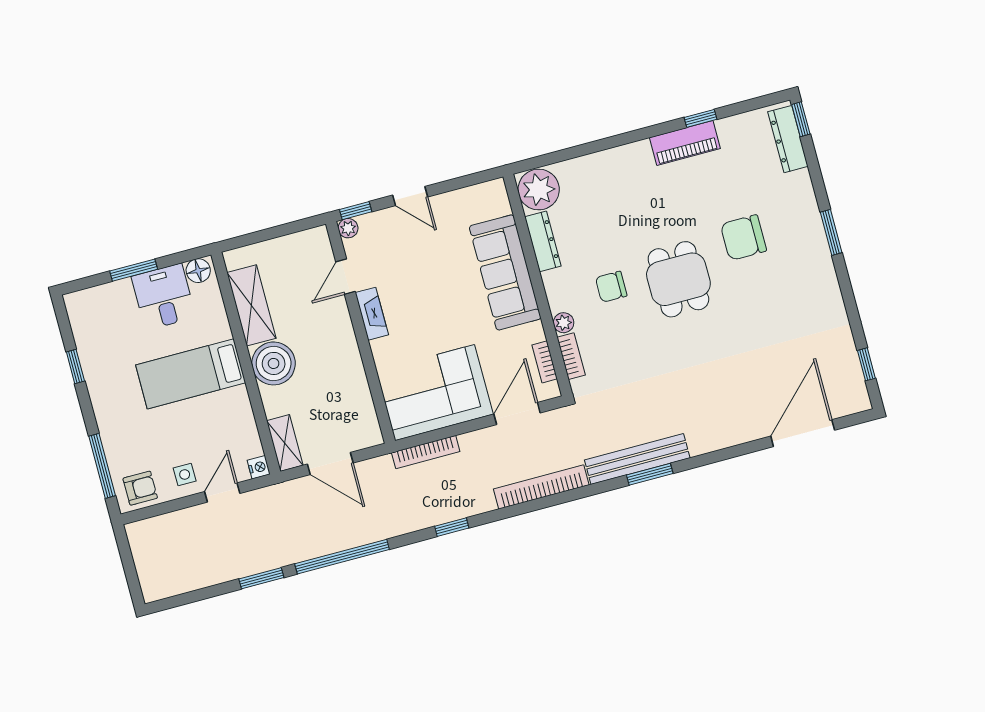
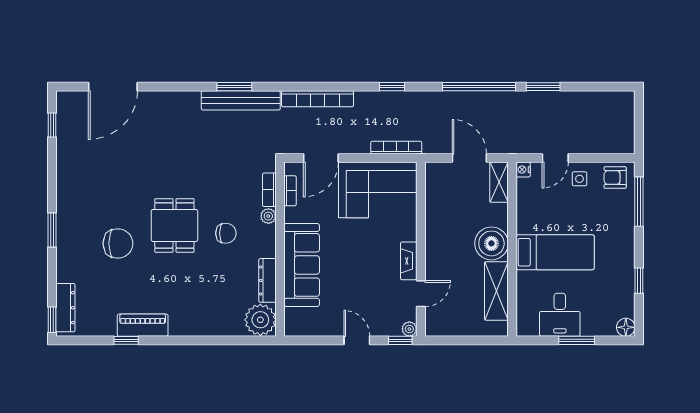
floor lamp: (198, 271) -> (626, 327), moved

